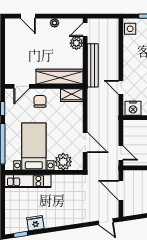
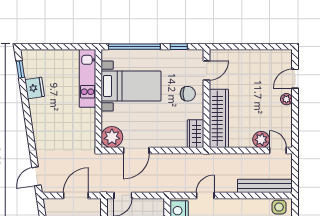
plant: (55, 23) -> (286, 99), moved
bench: (93, 65) -> (265, 186), moved
door: (22, 86) -> (207, 70), swing flipped
plant: (63, 162) -> (112, 137), moved

